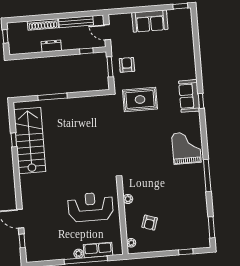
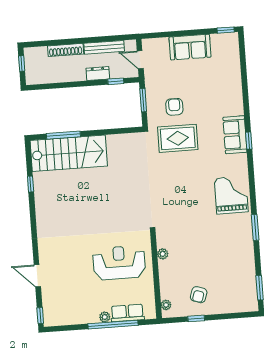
dresser: (51, 46) -> (98, 74), moved
armchair: (127, 65) -> (174, 107), moved
window: (53, 97) -> (63, 135), moved
stairs: (30, 141) -> (69, 153), moved, turned 90
window: (207, 176) -> (255, 227), width x0.69
armchair: (150, 223) -> (199, 295), moved
window: (22, 241) -> (40, 316), moved
window: (186, 252) -> (196, 318), moved

